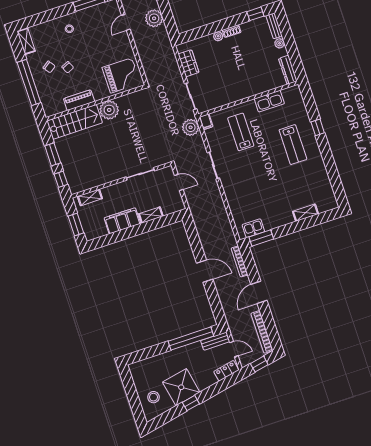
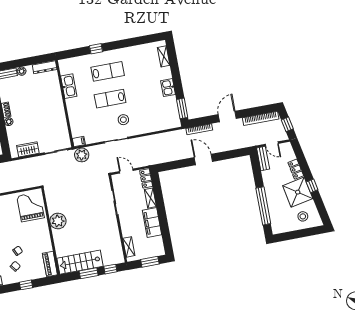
window: (29, 83) -> (26, 285), width x0.32
piano: (79, 100) -> (50, 264), moved
stairs: (75, 122) -> (80, 262), moved, turned -90
lab bench: (241, 132) -> (110, 99), moved
stool: (239, 171) -> (123, 120), added
door: (179, 182) -> (126, 171), hinge flipped
locker: (173, 207) -> (146, 178), added
shelving: (306, 213) -> (164, 56), moved
kitchen sink: (253, 228) -> (168, 88), moved
door: (205, 271) -> (203, 159), hinge flipped
door: (259, 292) -> (227, 116), swing flipped
window: (191, 339) -> (263, 206), moved
door: (234, 349) -> (272, 144), swing flipped
locker: (226, 371) -> (296, 169), moved

